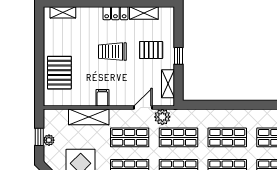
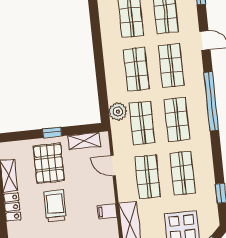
pallet: (151, 50) -> (49, 163), width x1.50, depth x1.42
trolley: (112, 52) -> (55, 206), turned 180
plant: (162, 117) -> (118, 112), moved

